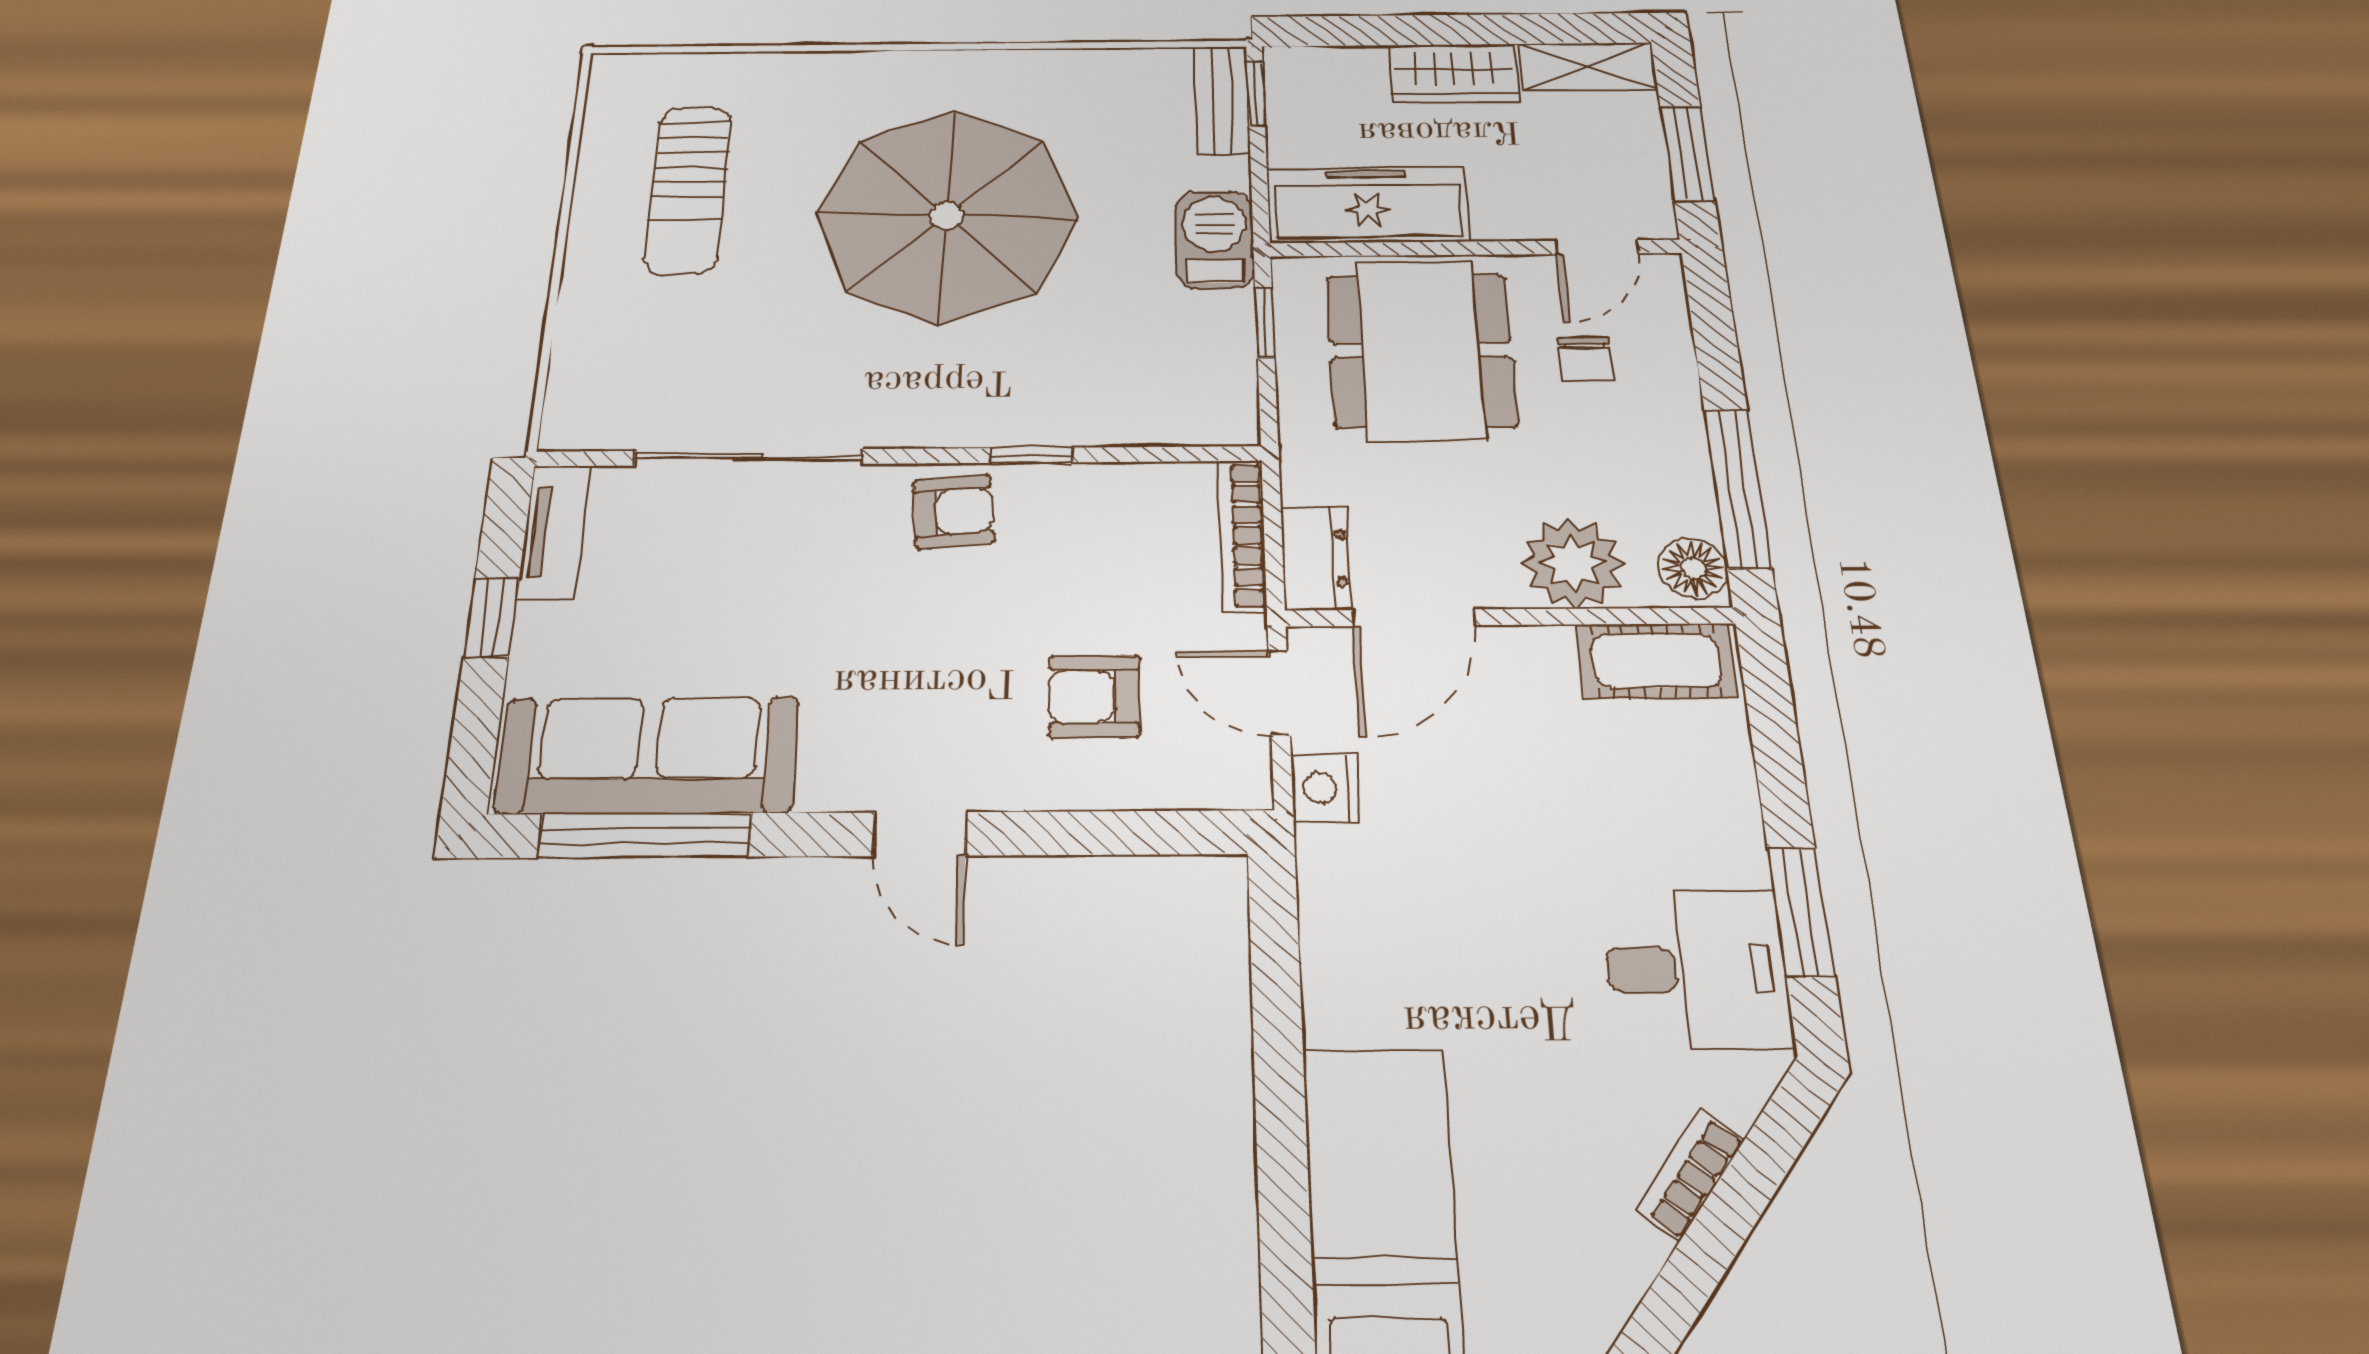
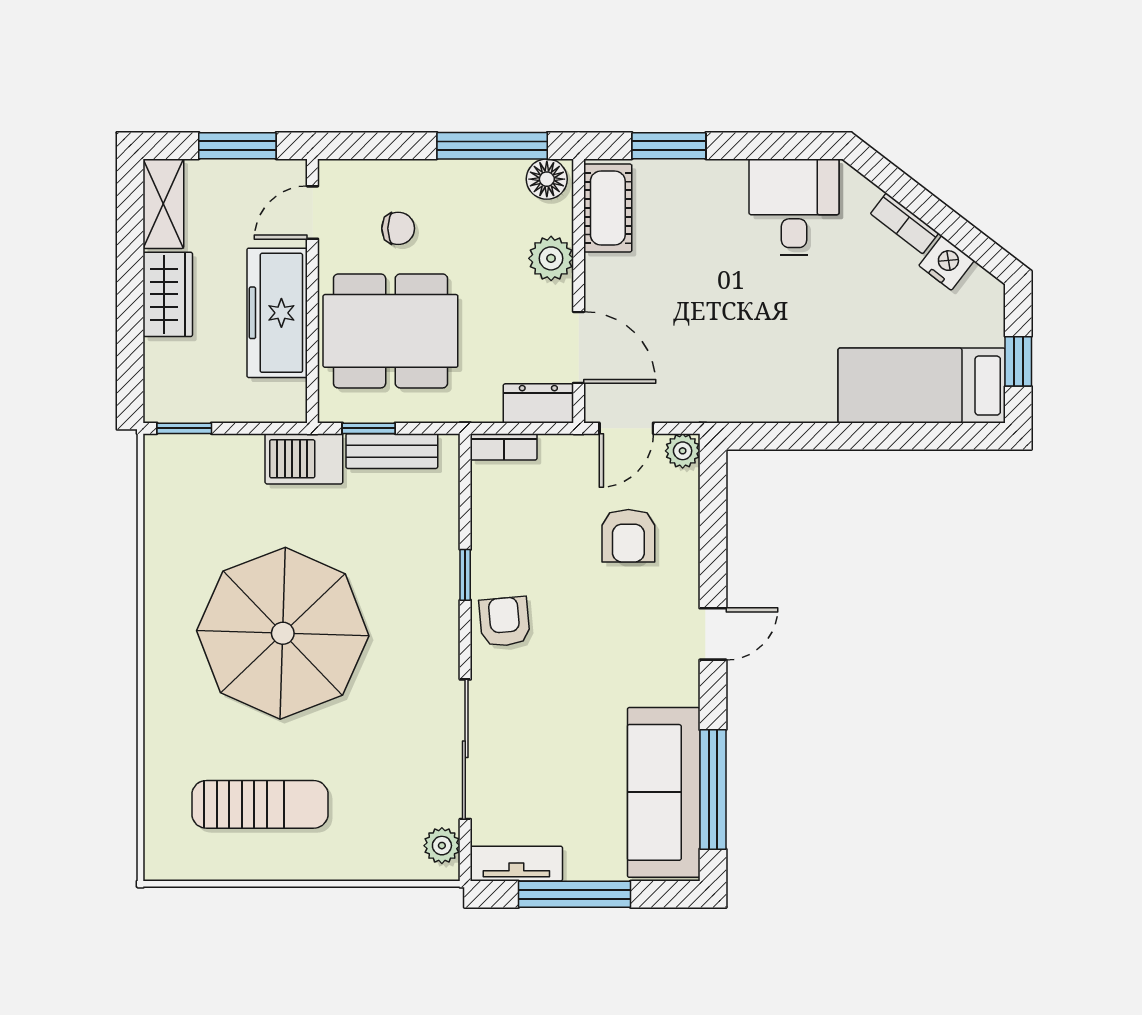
bench: (1222, 100) -> (392, 451), moved
freezer: (1368, 205) -> (277, 313), moved
door: (1597, 247) -> (312, 213), swing flipped
plant: (597, 426) -> (442, 846), added
bookcase: (1242, 535) -> (504, 447), width x0.64
plant: (1573, 563) -> (551, 258), width x0.73, depth x0.73
window: (491, 618) -> (574, 894), width x2.17
plant: (1243, 782) -> (683, 451), added
nightstand: (1326, 788) -> (947, 263), moved, turned -142
window: (1801, 912) -> (669, 146), moved

